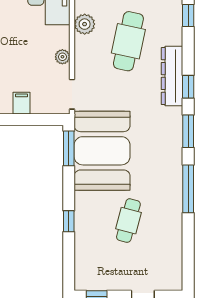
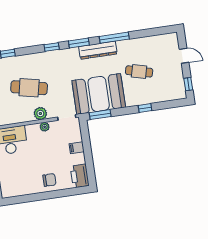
plant: (85, 24) -> (40, 114), moved
dresser: (172, 76) -> (98, 50), moved

